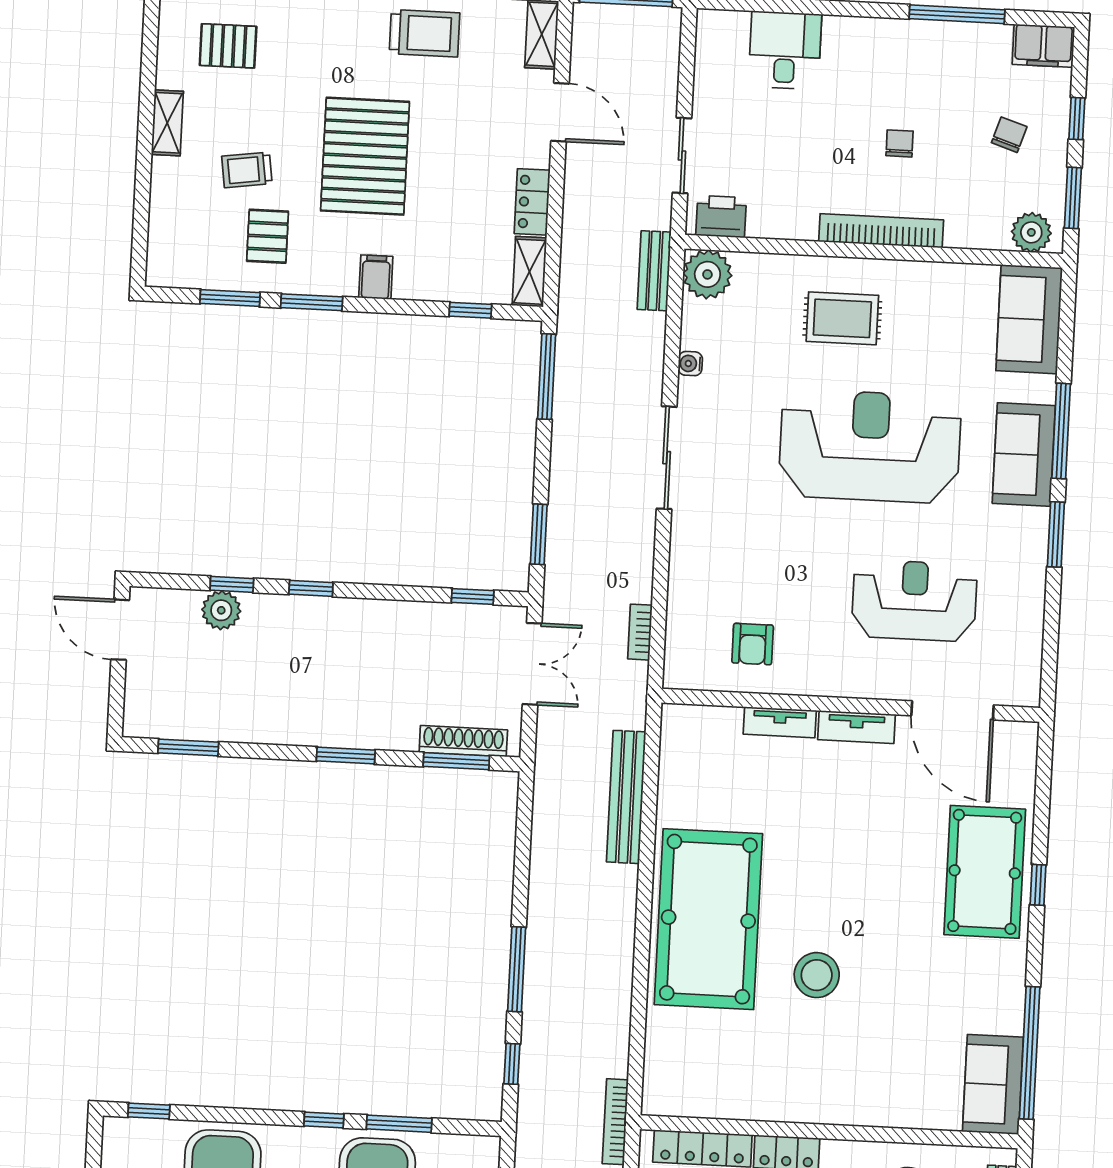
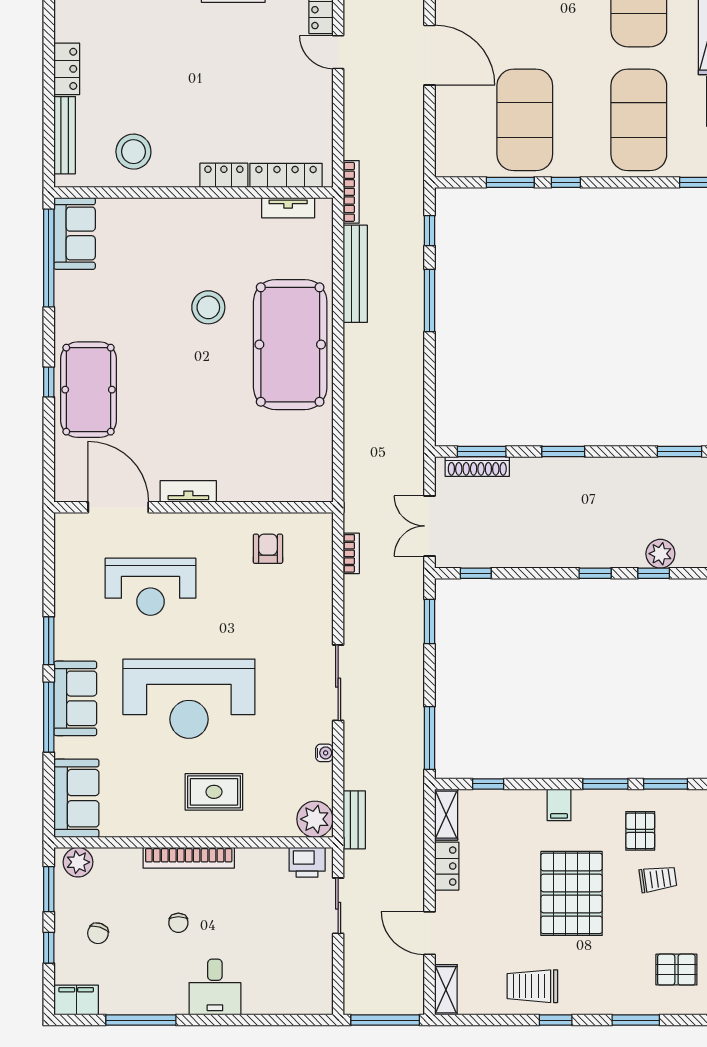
desk: (785, 50) -> (215, 987), moved
tv unit: (780, 722) -> (288, 208), moved, turned 180
bench: (626, 797) -> (355, 274), moved

